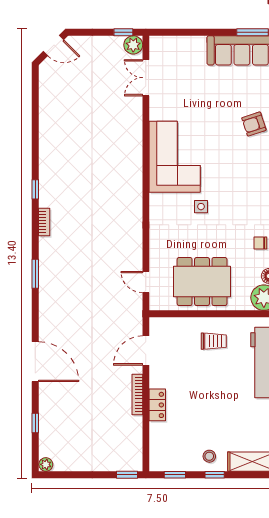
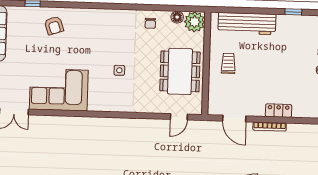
corner sofa: (175, 157) -> (59, 90), moved

